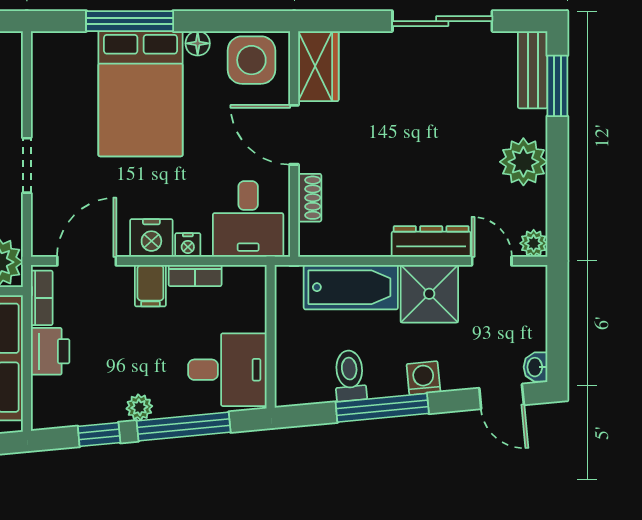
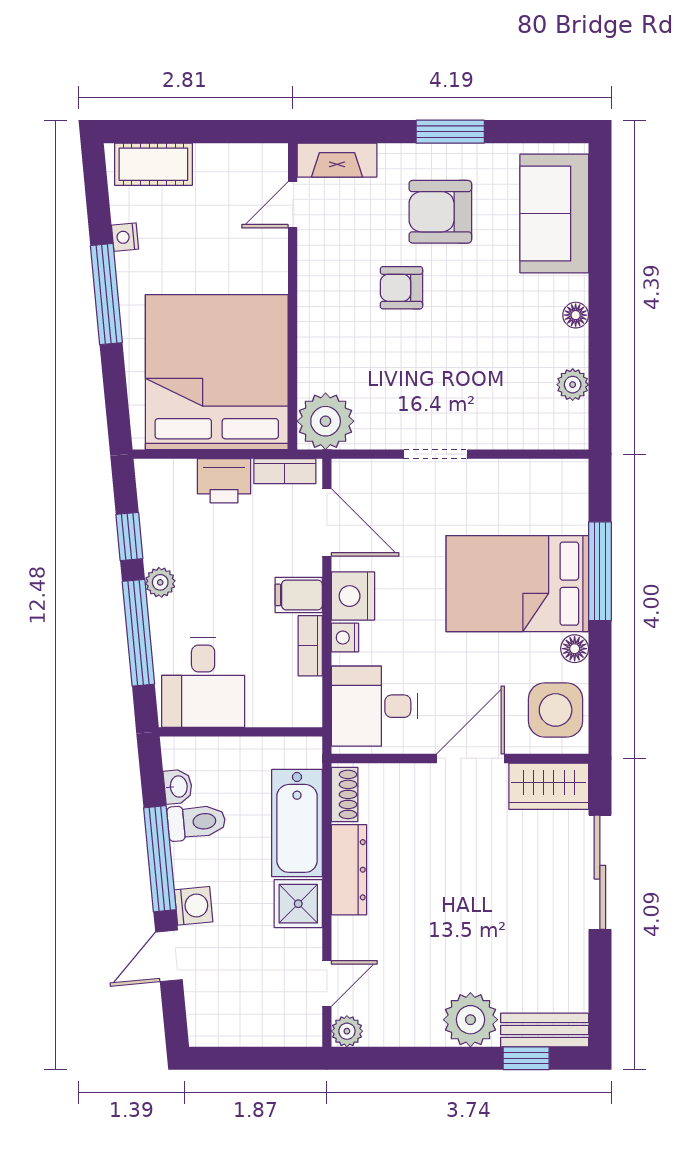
sliding door: (442, 21) -> (600, 872), moved
window: (557, 86) -> (526, 1058), width x0.67
plant: (523, 162) -> (470, 1020), moved
shoe rack: (310, 198) -> (345, 794), moved, turned -90
dresser: (431, 241) -> (349, 870), moved
shower: (429, 294) -> (298, 904), width x0.73, depth x0.73
washbasin: (535, 367) -> (178, 787), moved, turned 85
door: (502, 396) -> (169, 956), moved

